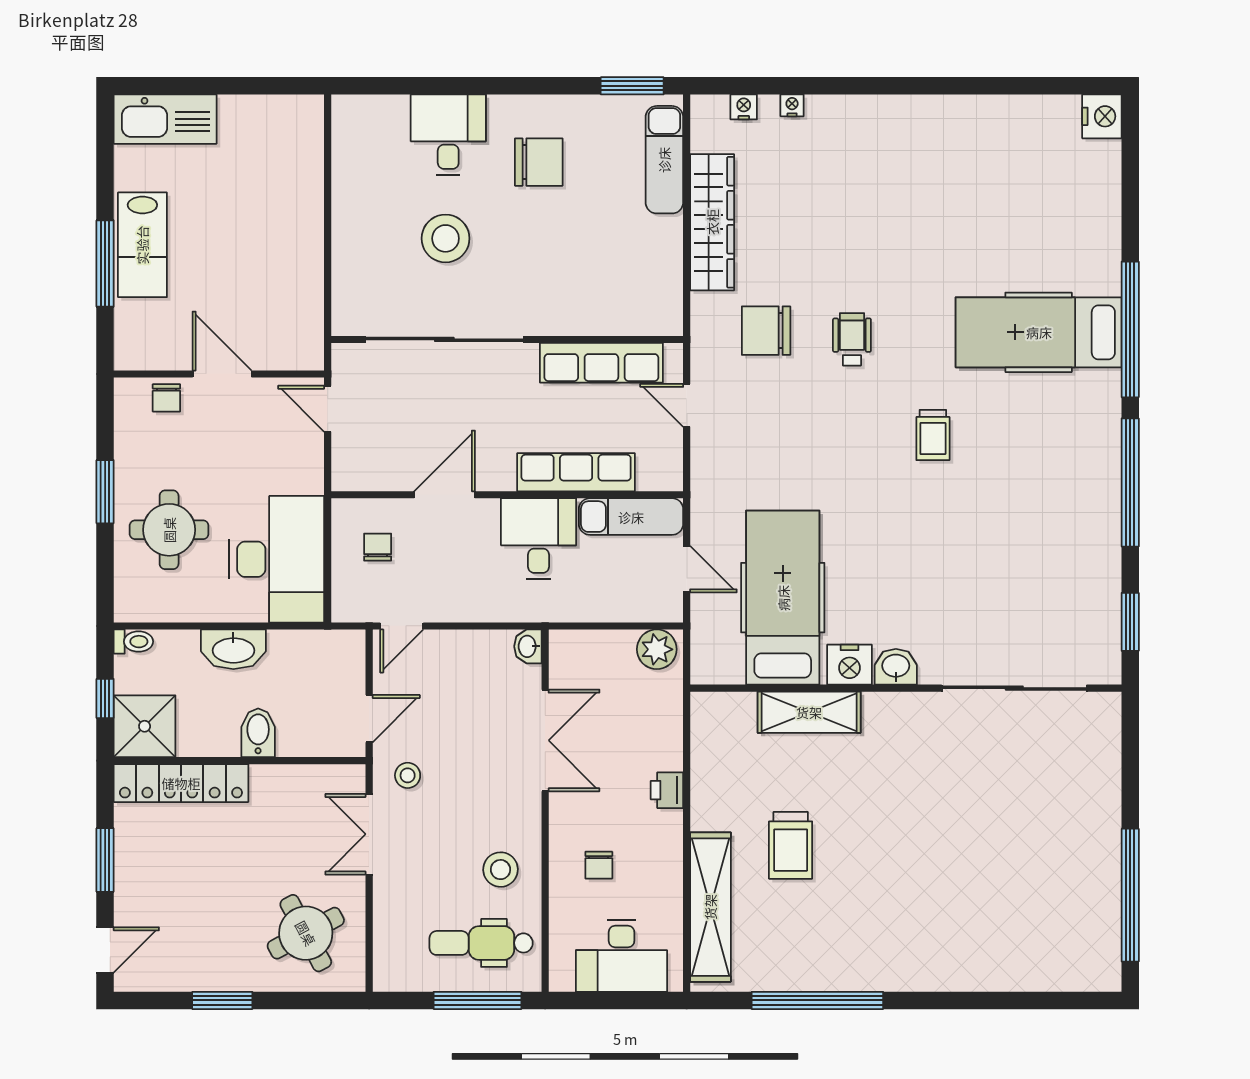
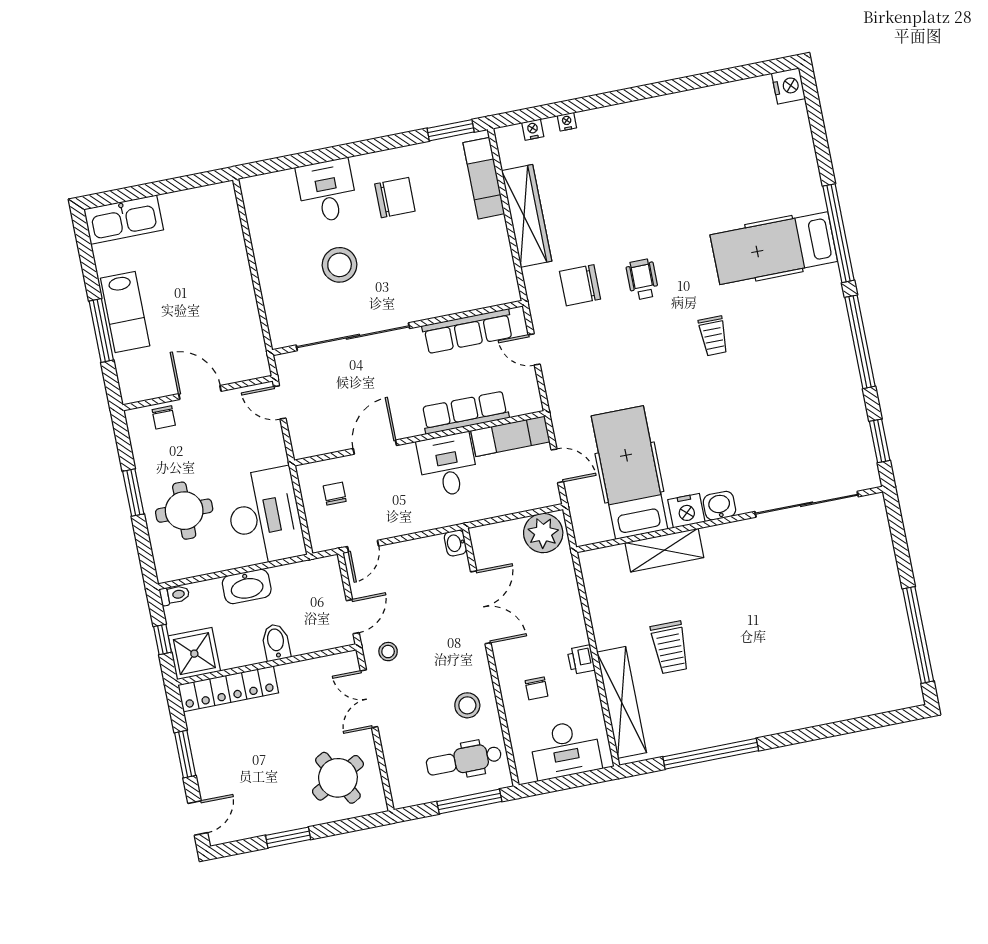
plant: (657, 649) -> (543, 533), width x1.36, depth x1.36
printer: (667, 790) -> (581, 660), moved

